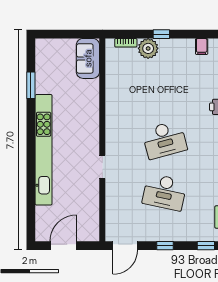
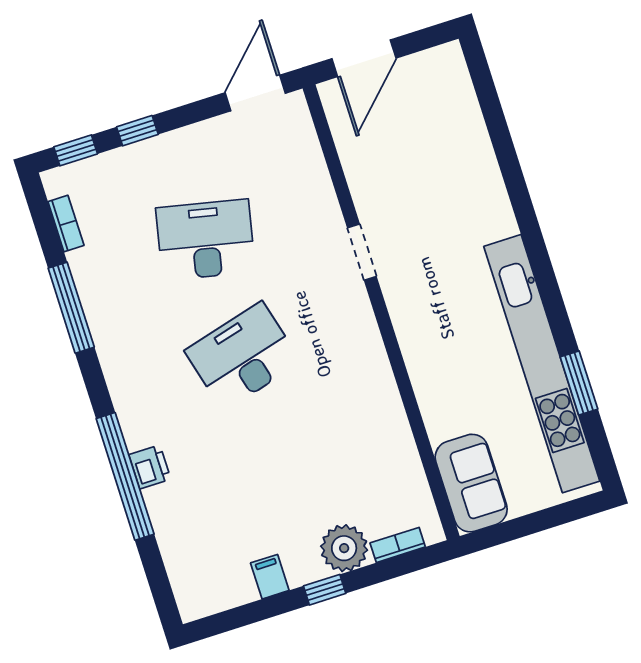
filing cabinet: (202, 47) -> (270, 577), moved
kitchen unit: (44, 150) -> (542, 364), moved
door: (63, 246) -> (364, 58), moved
window: (165, 246) -> (137, 131), moved

